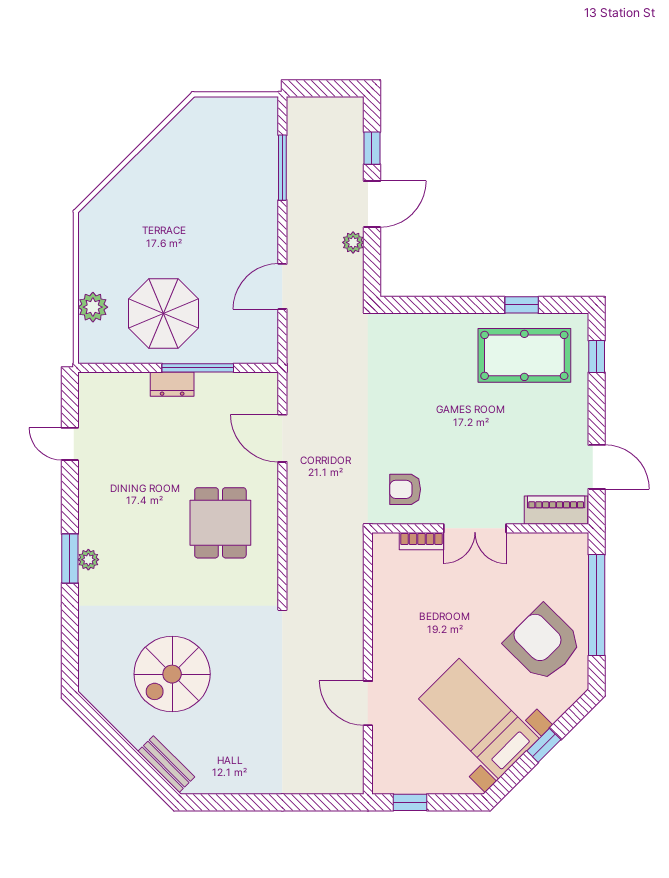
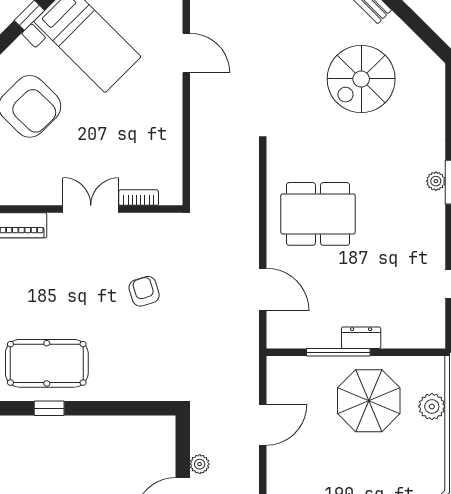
armchair: (405, 489) -> (144, 291), moved, turned -107
dining table: (220, 523) -> (318, 214), width x1.38
spiral stairs: (172, 674) -> (361, 79), turned 180

